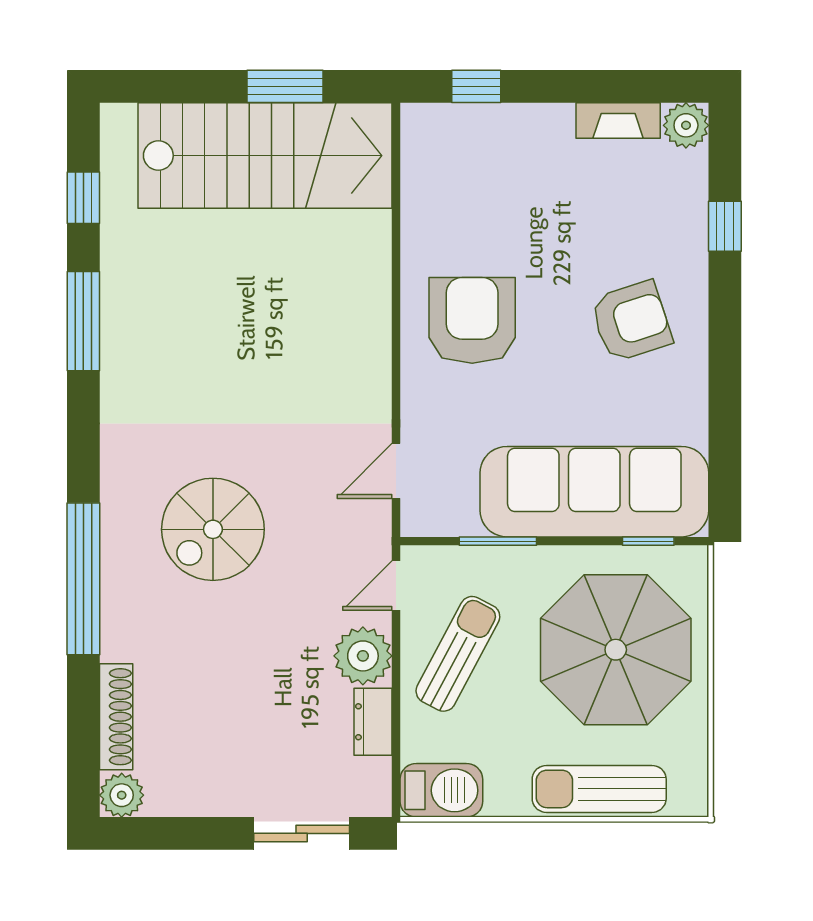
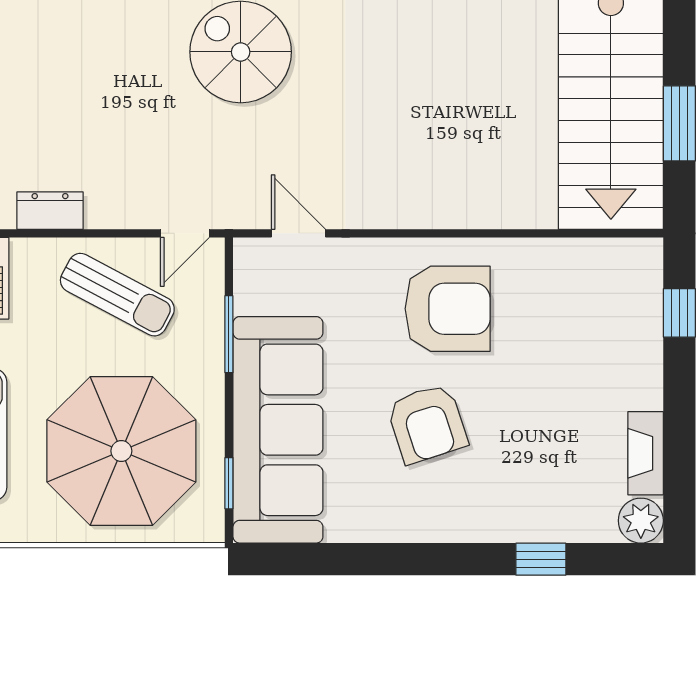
armchair: (631, 321) -> (427, 424), moved
door: (396, 586) -> (185, 233), swing flipped
plant: (363, 656) -> (115, 201), removed

